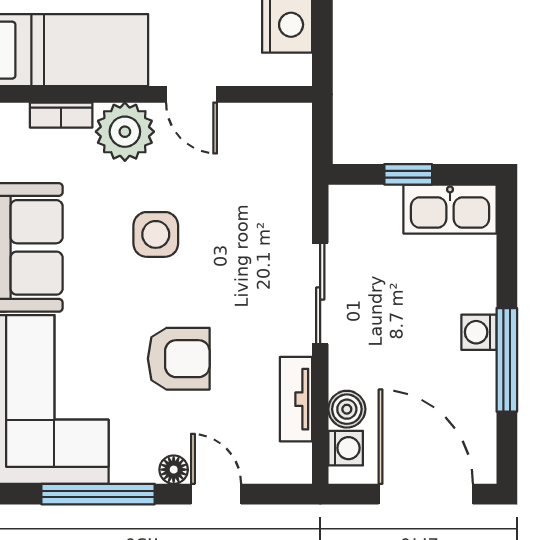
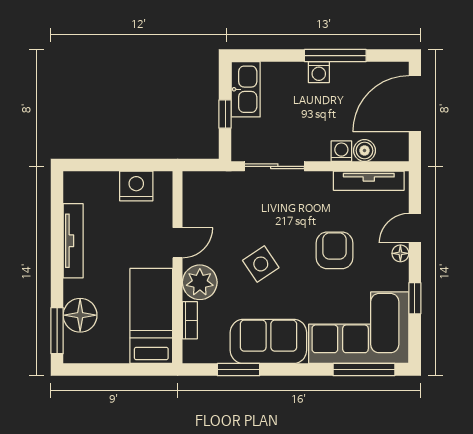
side table: (156, 234) -> (261, 264), turned -34
sliding door: (320, 294) -> (274, 166), moved
tv unit: (296, 399) -> (369, 181), width x1.41
washing machine: (346, 448) -> (341, 151), moved
window: (98, 494) -> (415, 298), width x0.46

